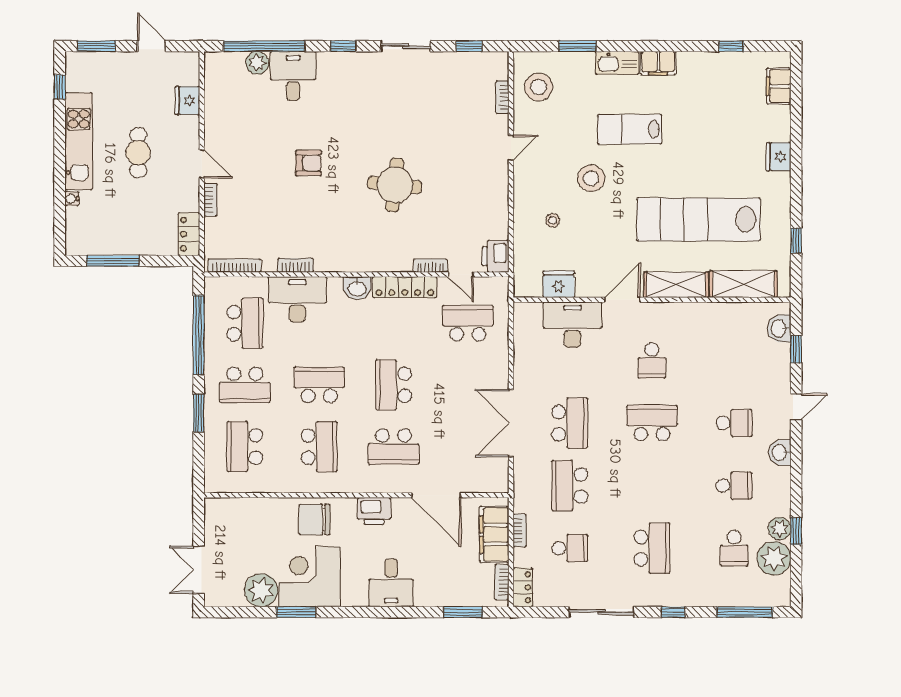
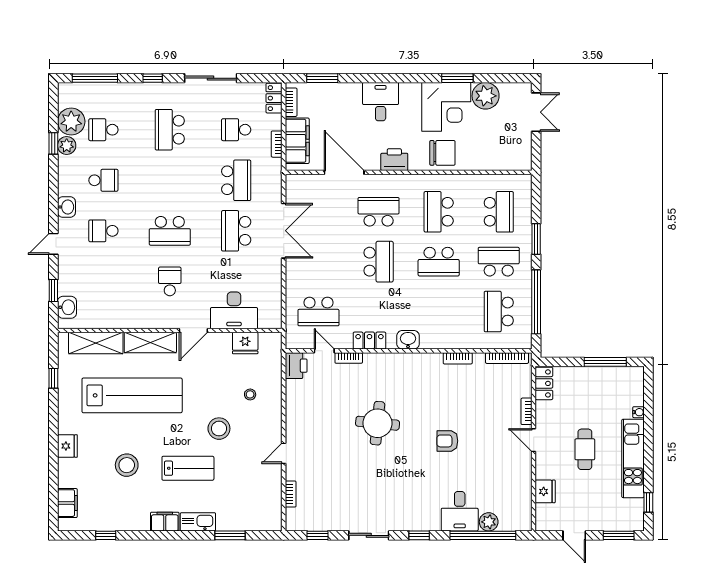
stool: (539, 87) -> (127, 465), moved
locker: (405, 287) -> (369, 341), width x0.66
desk: (297, 299) -> (456, 331), removed
school desk: (734, 486) -> (103, 180), turned 180
school desk: (734, 548) -> (103, 130), turned -90

